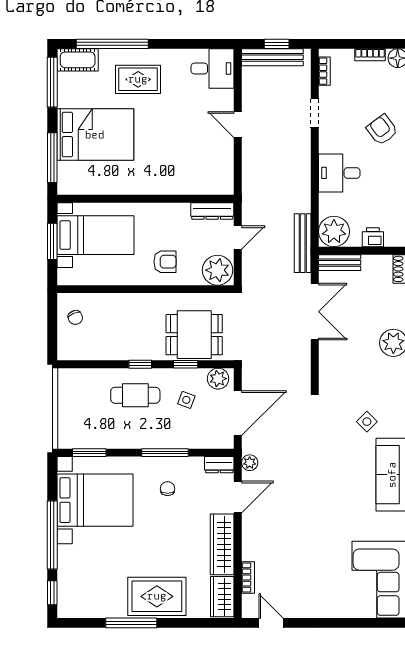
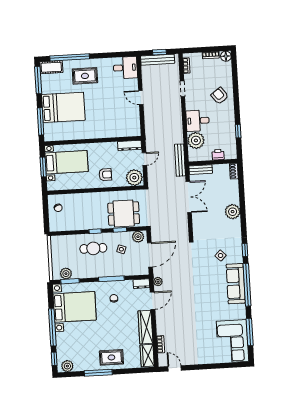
plant: (334, 231) -> (196, 140), moved
plant: (83, 438) -> (66, 274), added
rug: (157, 596) -> (111, 357), width x0.73, depth x0.70
plant: (75, 607) -> (67, 366), added

